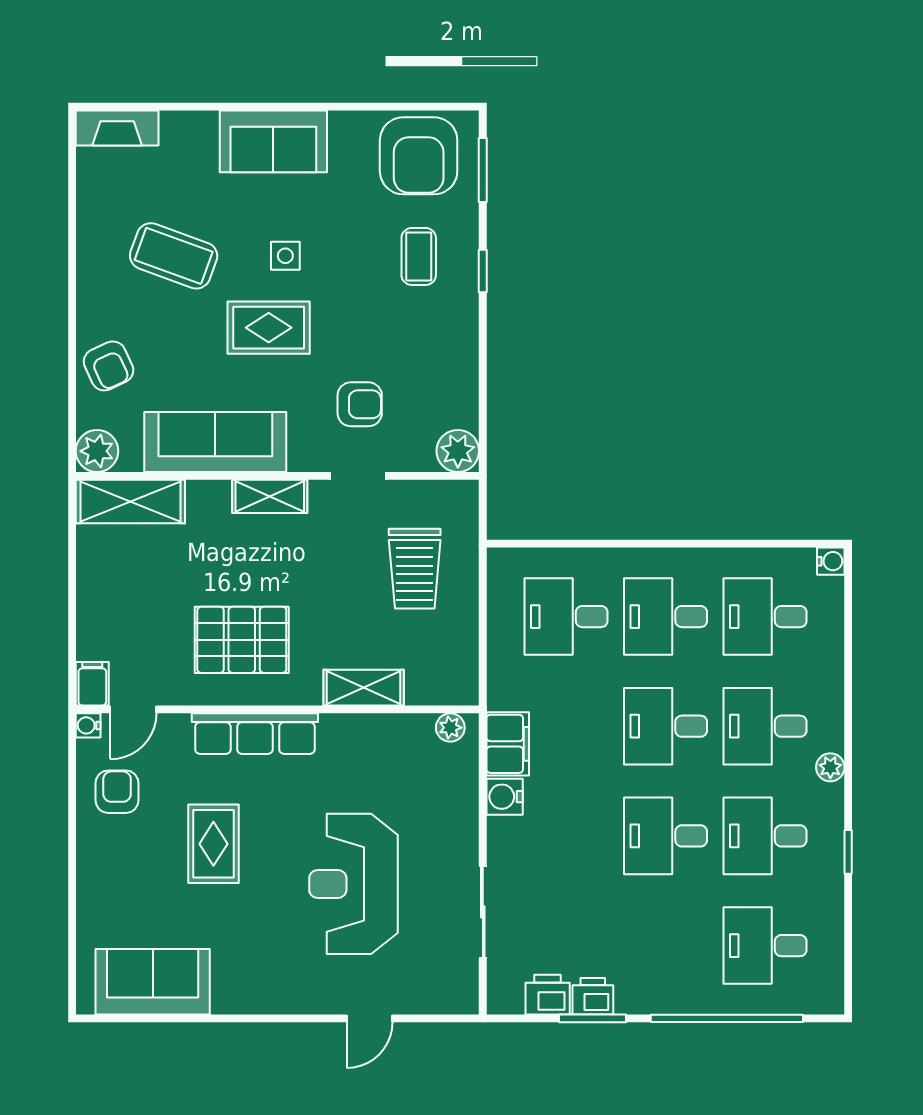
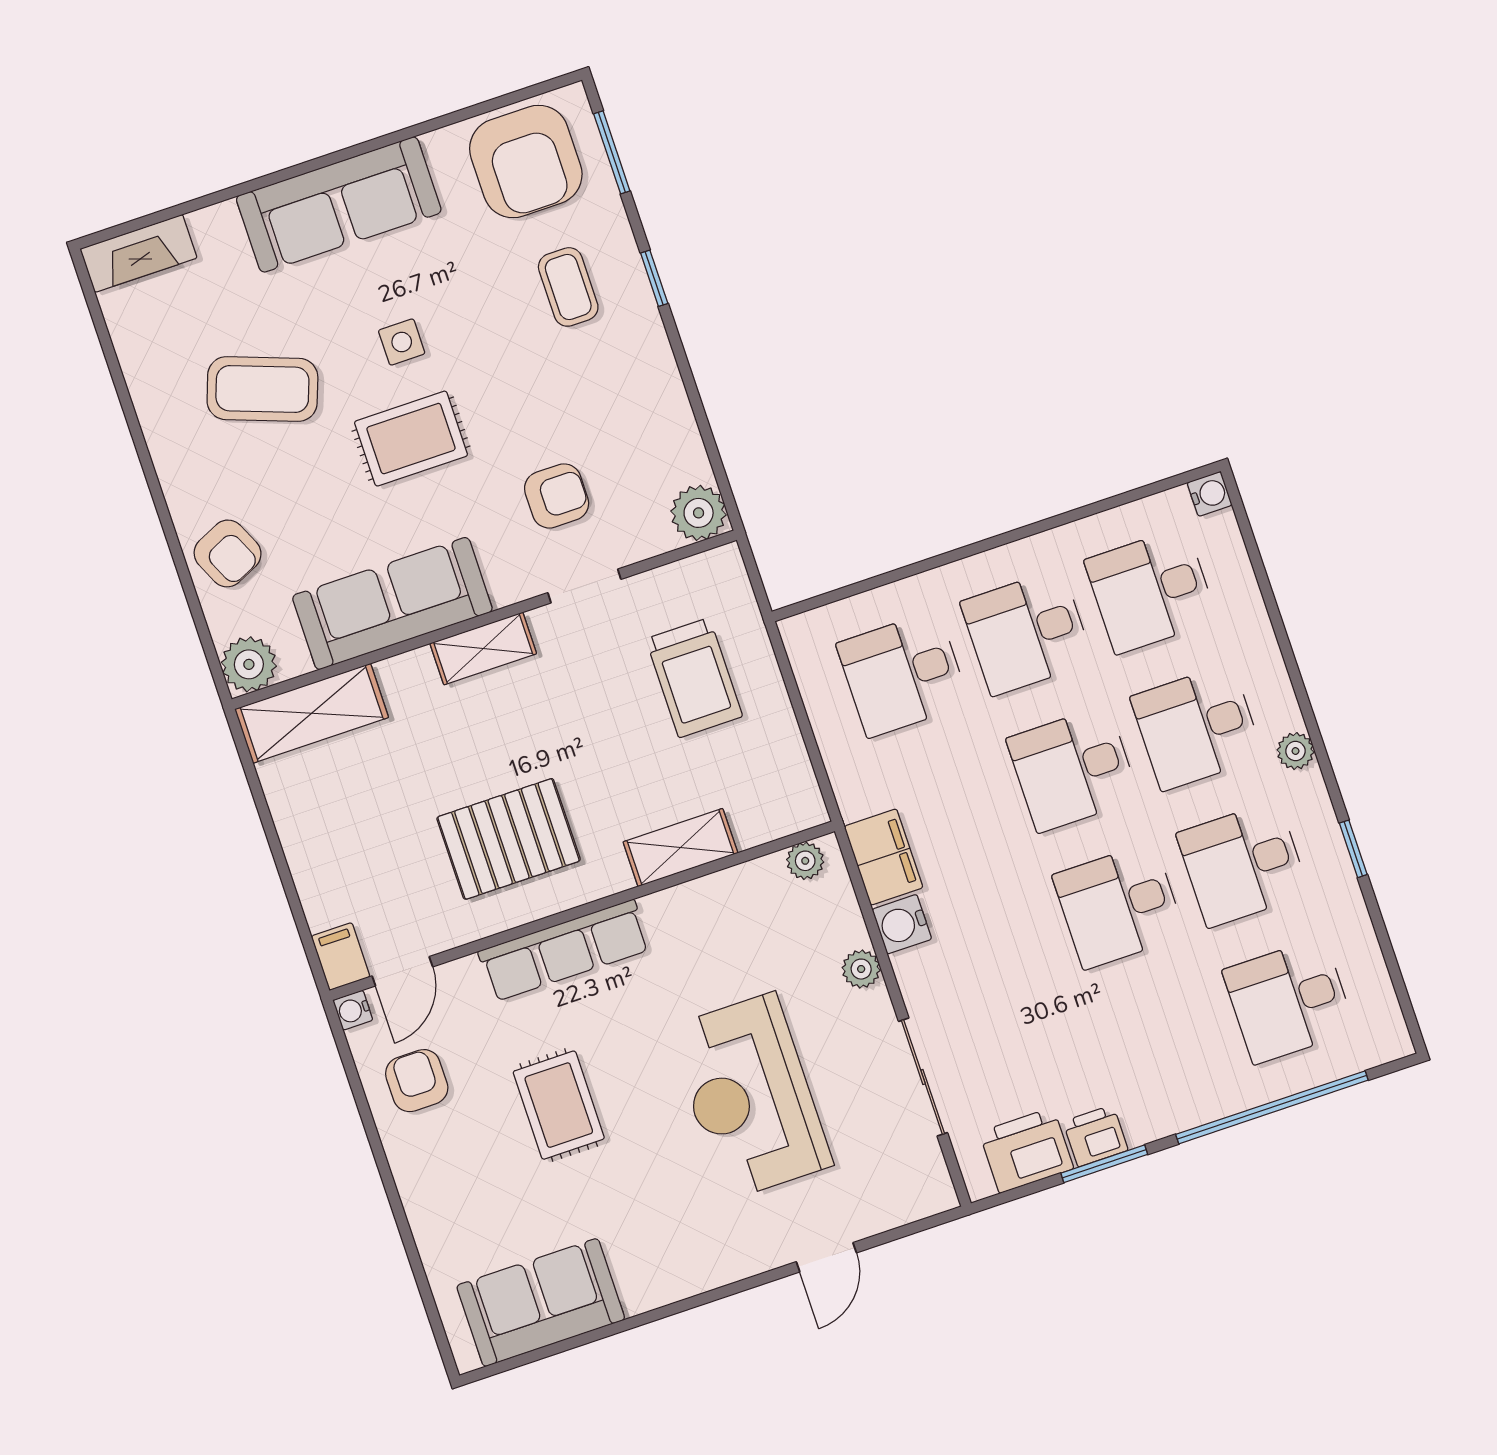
sofa: (273, 141) -> (339, 204), width x1.36
plant: (464, 819) -> (861, 969), added
printer: (548, 995) -> (1026, 1150), width x1.36, depth x1.24

